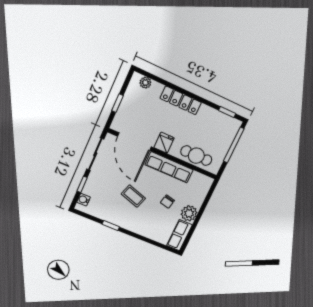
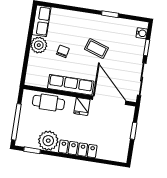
plant: (145, 83) -> (48, 141), moved, width x1.87, depth x1.87

